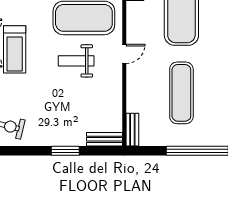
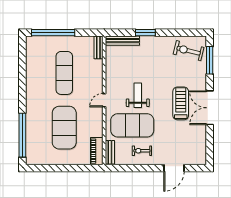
weight bench: (76, 61) -> (138, 95), turned -90
bench: (105, 139) -> (122, 41), width x1.36

